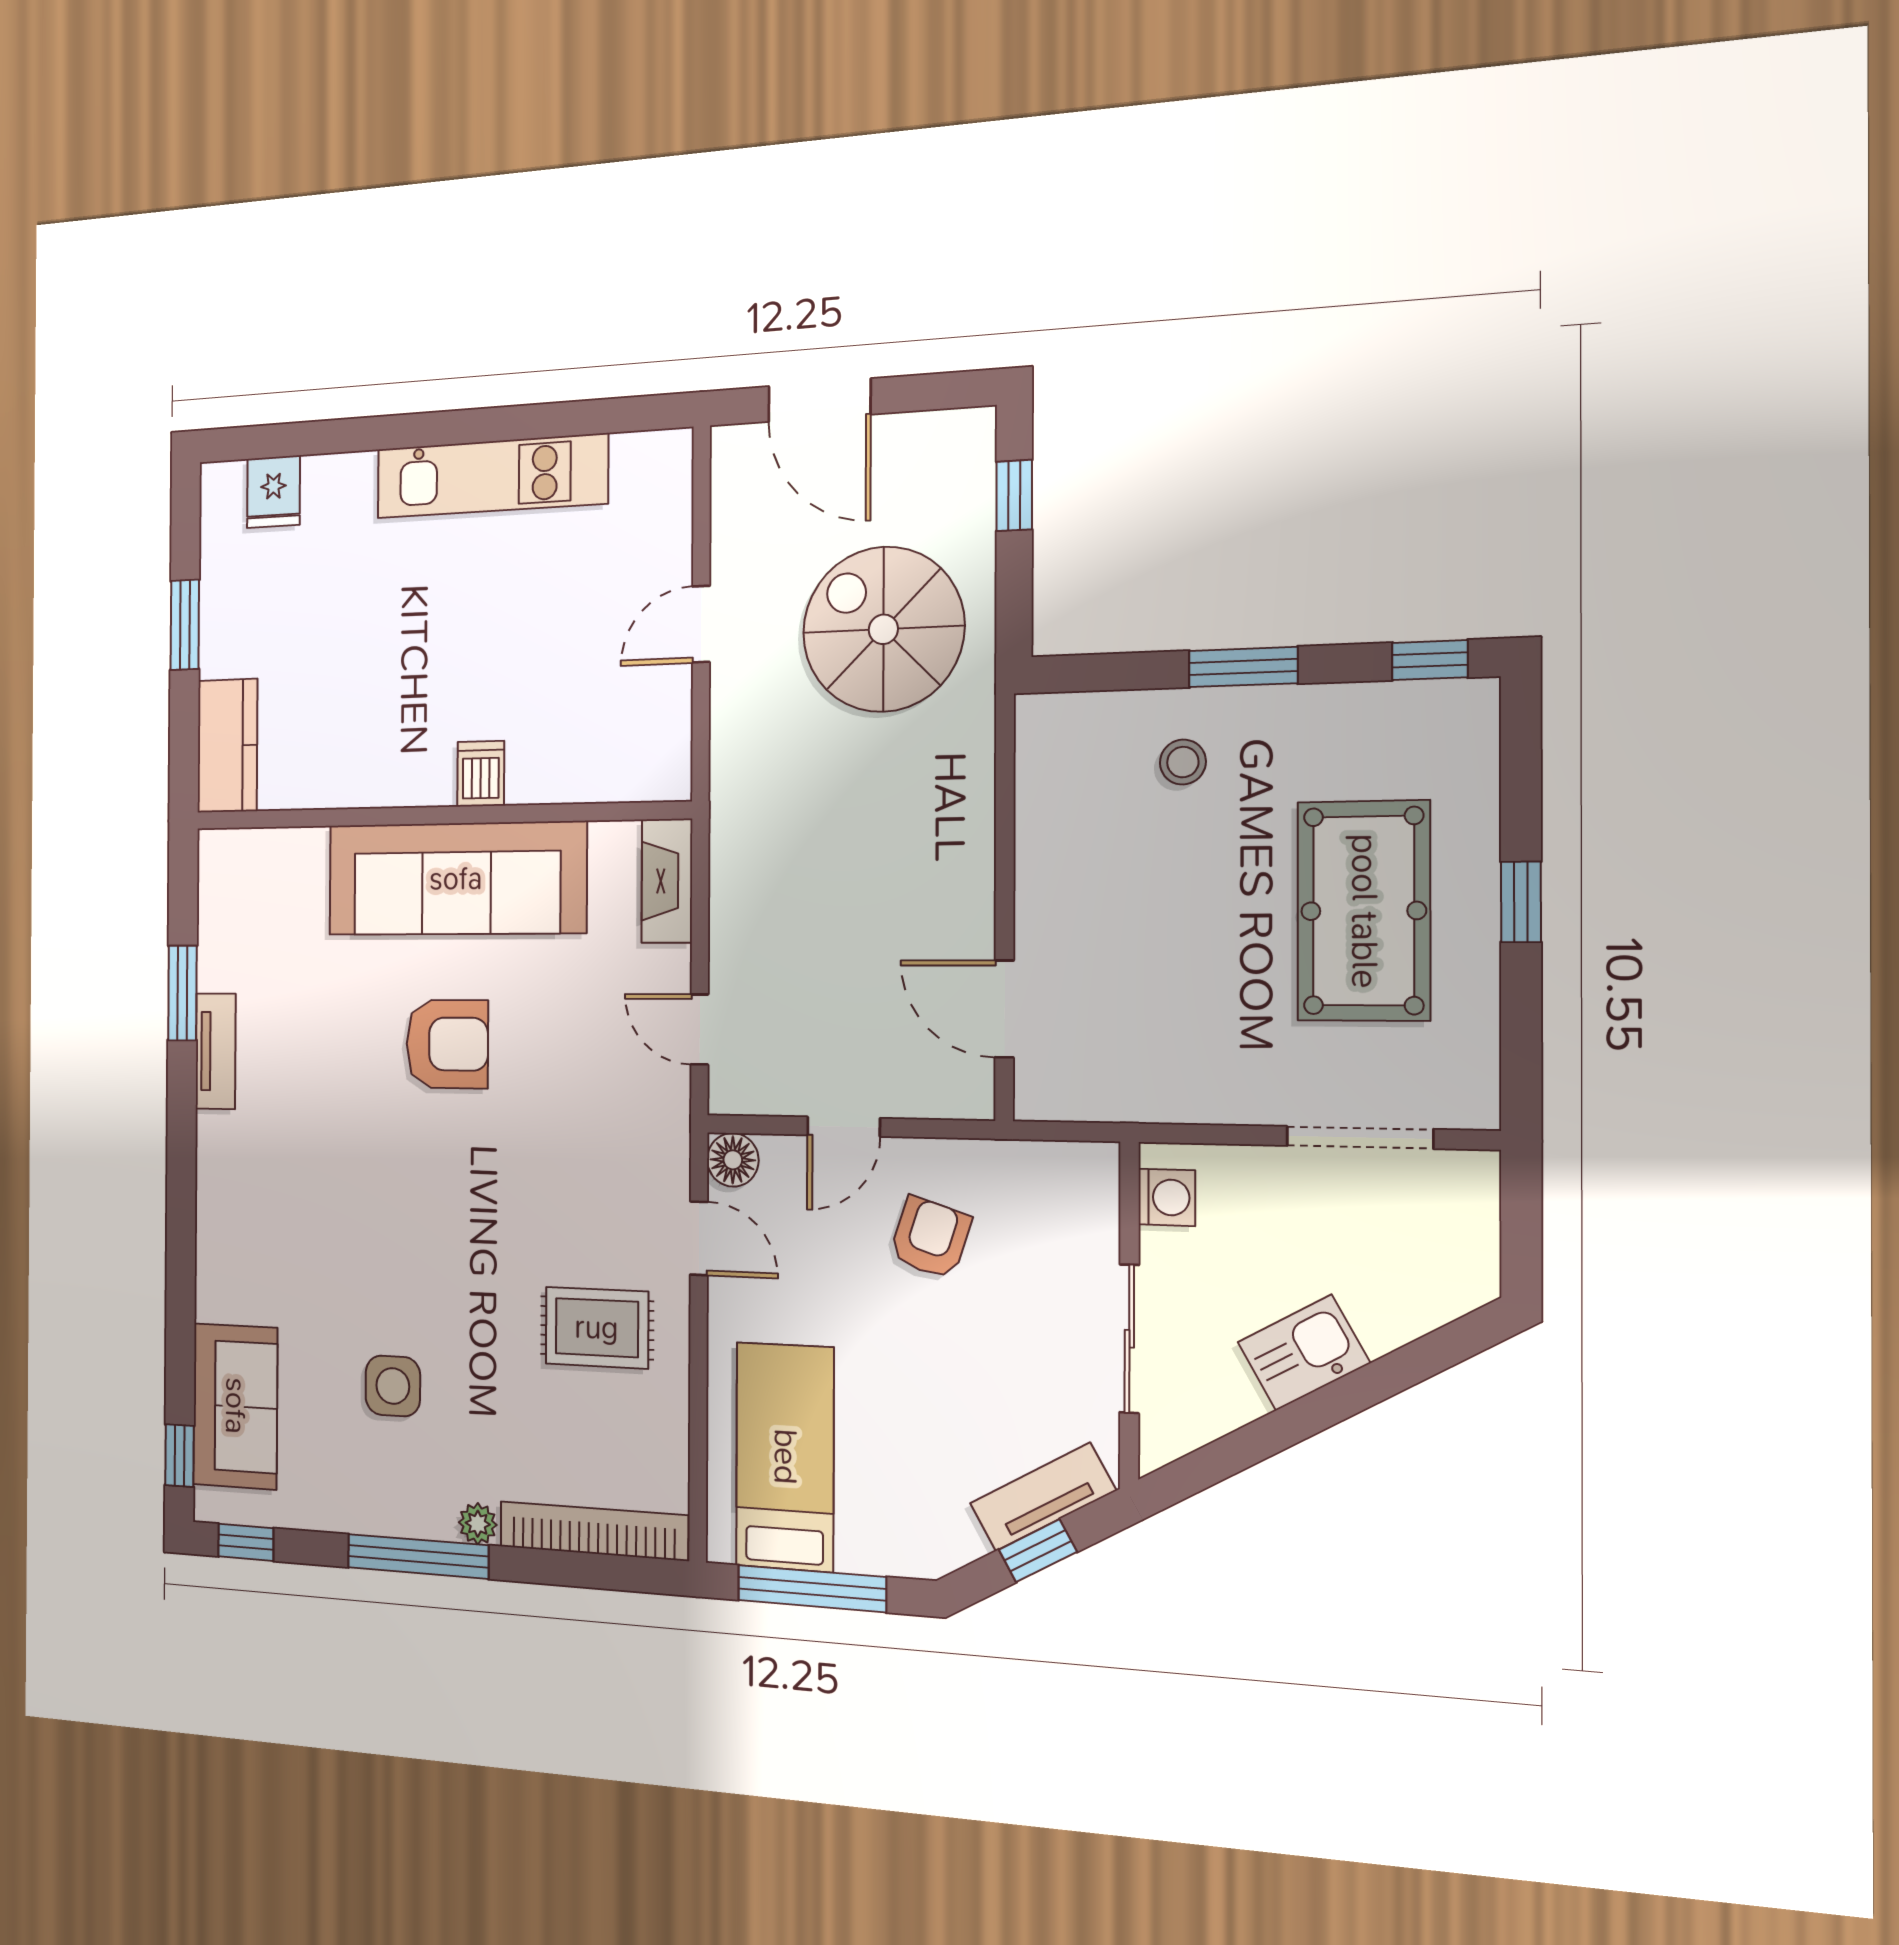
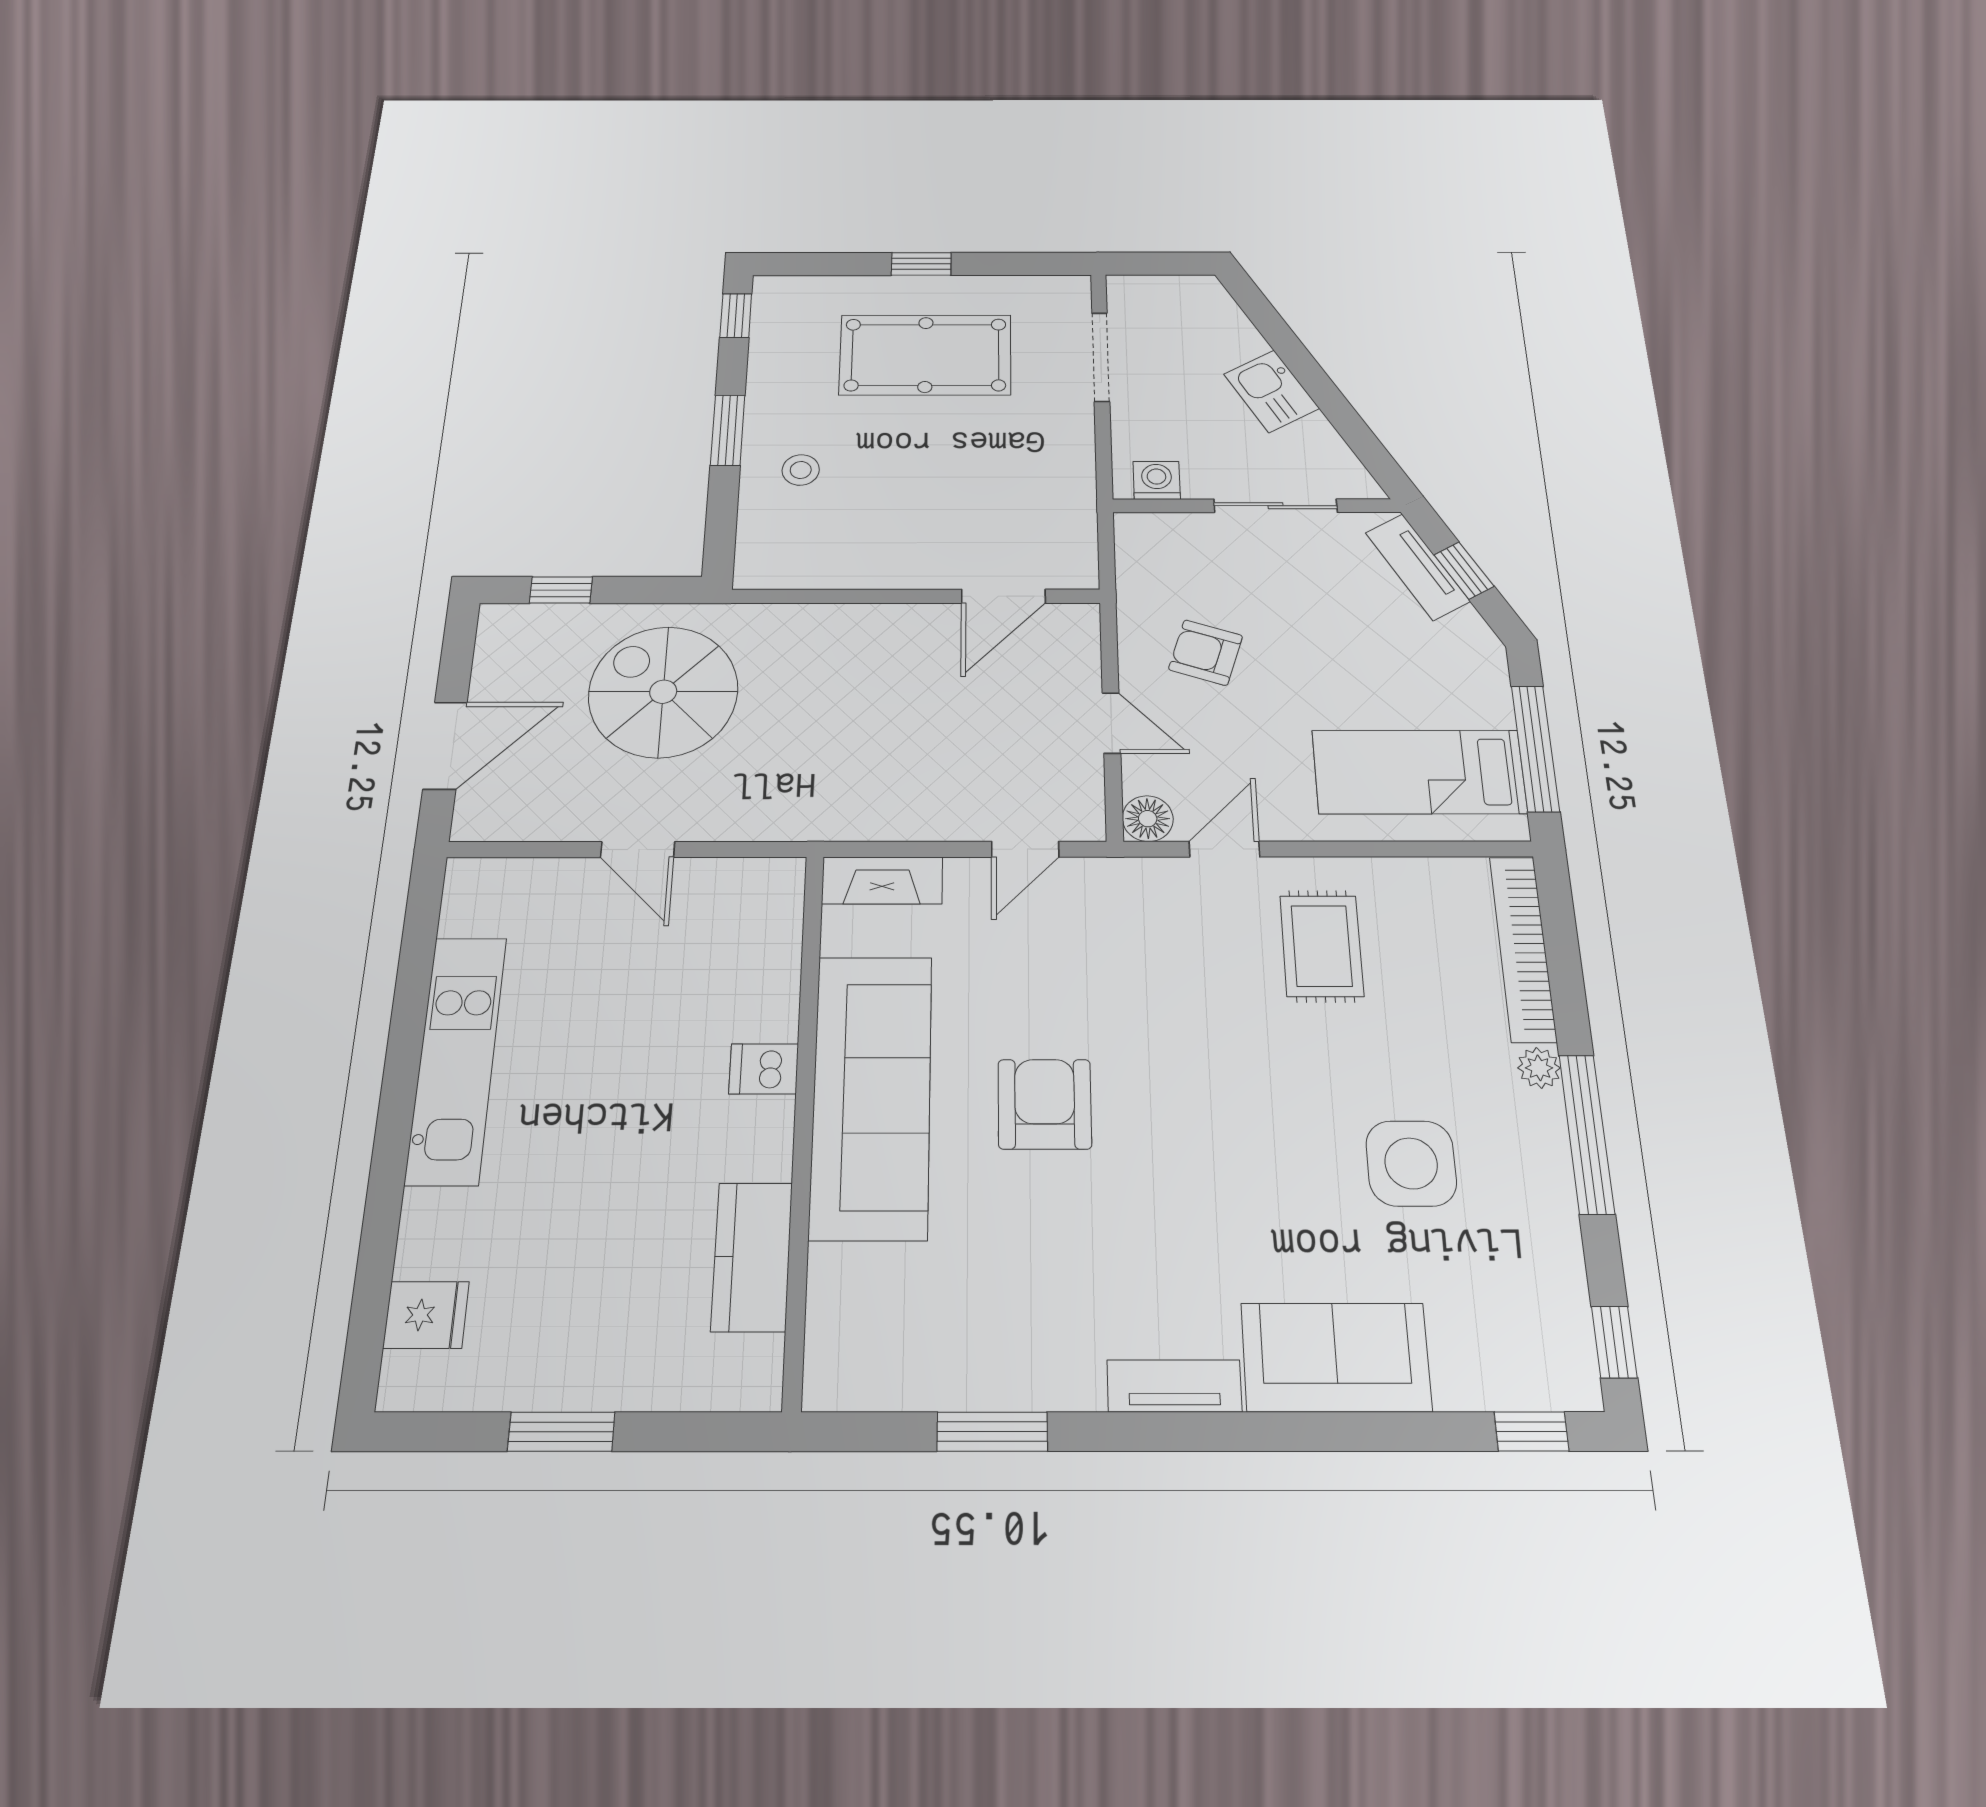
spiral stairs: (883, 629) -> (663, 692), turned 90
kitchen counter: (227, 746) -> (752, 1257), moved, turned -90
tv unit: (216, 1051) -> (1174, 1386), moved
side table: (393, 1386) -> (1411, 1163), width x1.37, depth x1.37
sofa: (235, 1406) -> (1336, 1357), moved

